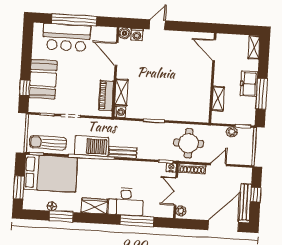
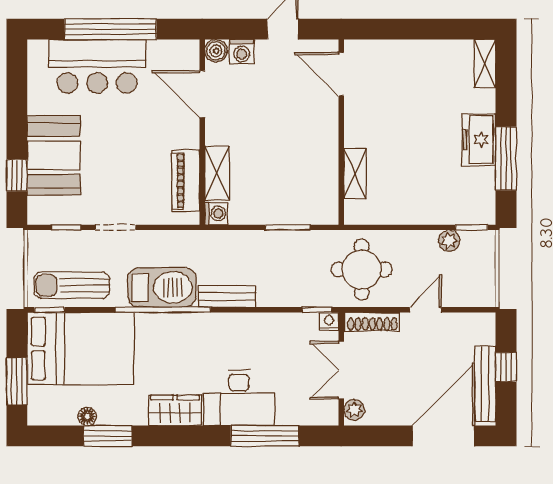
door: (214, 50) -> (341, 74), moved
wall: (213, 78) -> (341, 132), moved
shelving: (218, 99) -> (355, 174), moved

